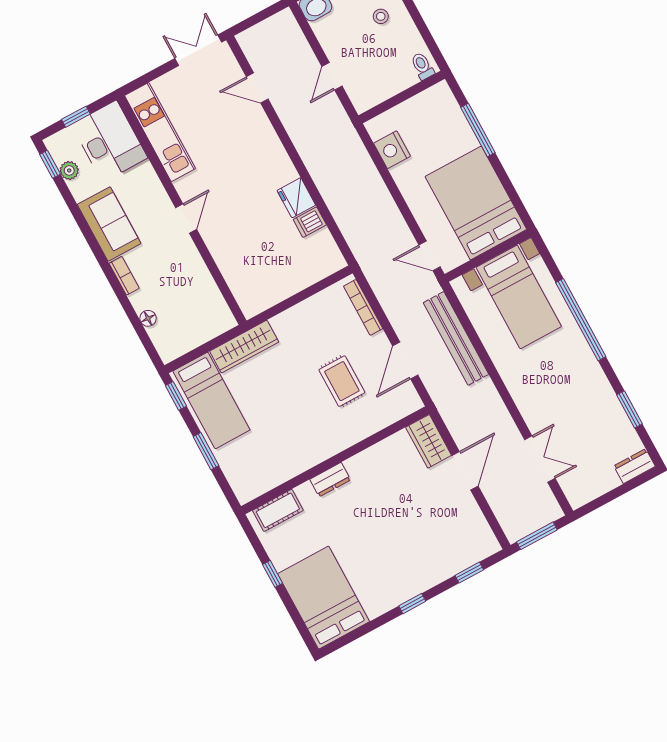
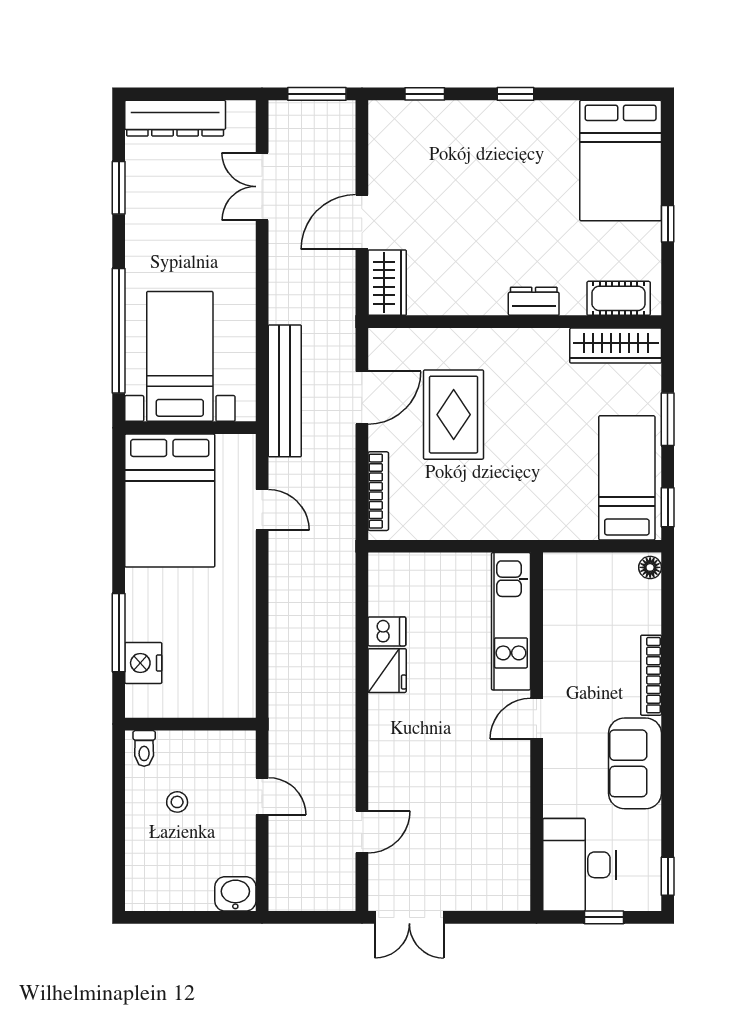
stool: (381, 16) -> (177, 802), moved
door: (332, 76) -> (262, 796), hinge flipped
door: (257, 88) -> (362, 832), hinge flipped
kitchen unit: (160, 132) -> (511, 621), moved
nightstand: (392, 150) -> (143, 663), moved, turned 180
plant: (69, 170) -> (648, 856), removed
bed: (476, 203) -> (170, 501), moved
wall: (488, 256) -> (190, 428), moved
bookcase: (124, 276) -> (651, 675), width x1.56
bed with nightstands: (519, 297) -> (180, 356), moved
floor lamp: (148, 318) -> (650, 567), moved
wardrobe: (244, 347) -> (616, 346), moved, turned 180
rug: (342, 381) -> (454, 415), width x1.36, depth x1.43
dresser: (634, 466) -> (175, 118), width x1.96, depth x1.24

